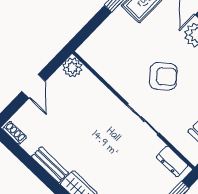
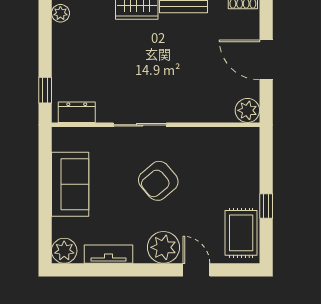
door: (33, 86) -> (266, 60), width x1.38

